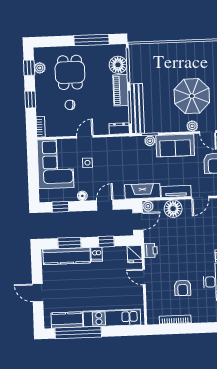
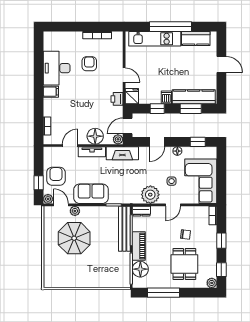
plant: (40, 68) -> (212, 283), moved
plant: (150, 141) -> (150, 195), moved, width x1.88, depth x1.88
window: (78, 333) -> (171, 27), moved

